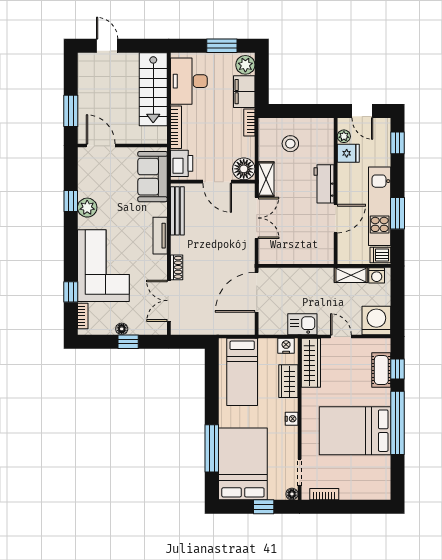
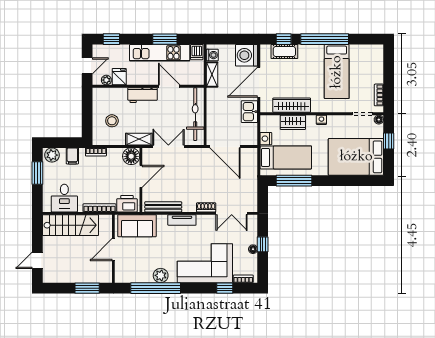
desk: (189, 81) -> (64, 198), width x0.73
filing cabinet: (244, 92) -> (72, 156), width x0.50
door: (101, 146) -> (113, 250), moved
window: (71, 201) -> (156, 288), width x3.17
bicycle: (299, 253) -> (195, 114), added
door: (341, 336) -> (259, 82), width x1.87
nightstand: (286, 346) -> (266, 139), moved
wardrobe: (311, 363) -> (292, 105), moved
bed: (355, 431) -> (337, 72), width x0.67
window: (212, 448) -> (294, 181), moved

